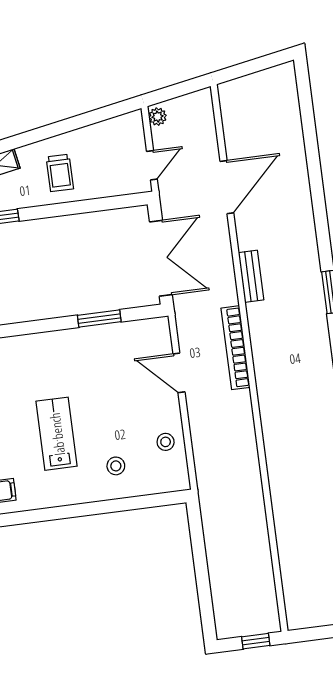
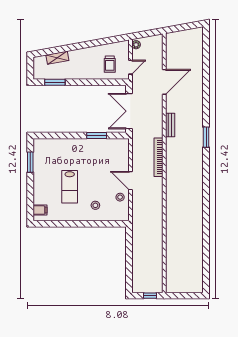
trolley: (60, 173) -> (110, 64), moved
double door: (161, 258) -> (129, 111), swing flipped
door: (179, 373) -> (130, 181), moved
lab bench: (57, 434) -> (70, 187), turned 180

